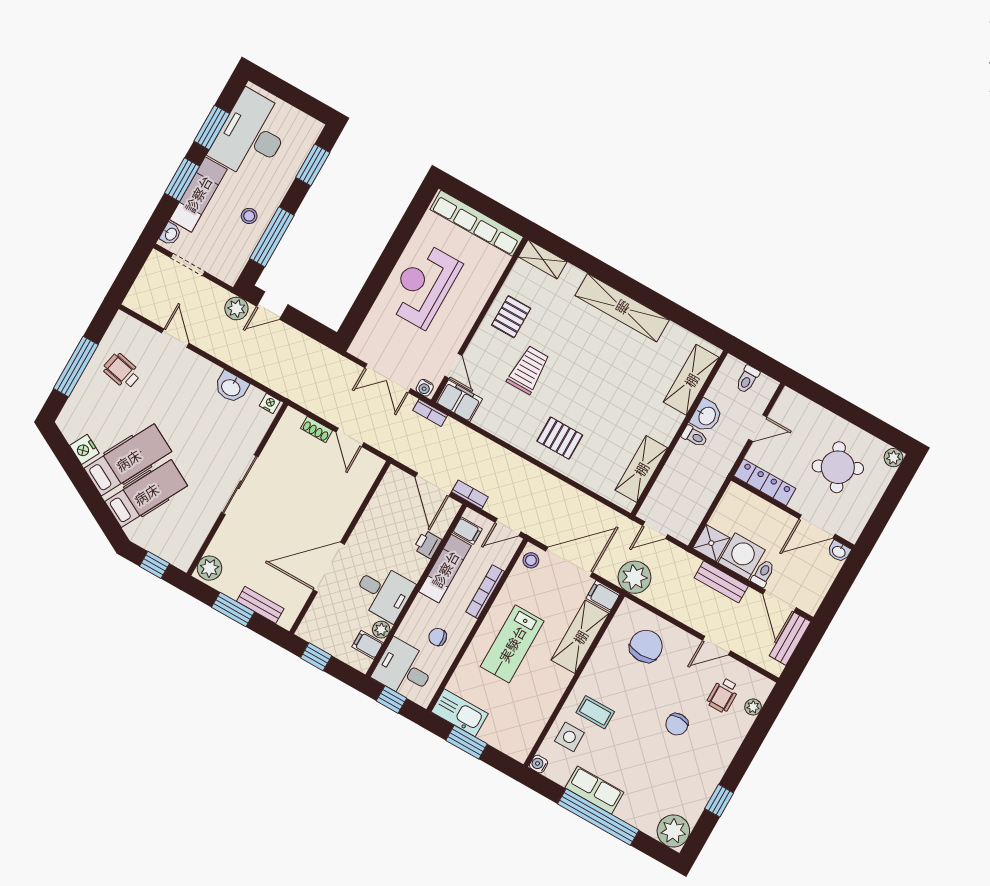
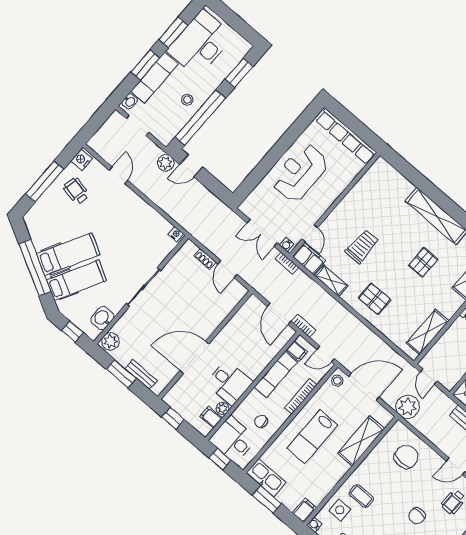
window: (272, 237) -> (200, 118), width x1.46
shelving: (543, 259) -> (331, 281), moved
pallet: (511, 317) -> (423, 262), moved
washbasin: (231, 387) -> (102, 318), moved, turned 90
nightstand: (84, 449) -> (82, 160), moved, turned 62
window: (86, 488) -> (35, 268), added
door: (655, 530) -> (429, 377), hinge flipped
printer: (428, 544) -> (267, 355), removed
filing cabinet: (603, 596) -> (304, 510), moved, turned 90

